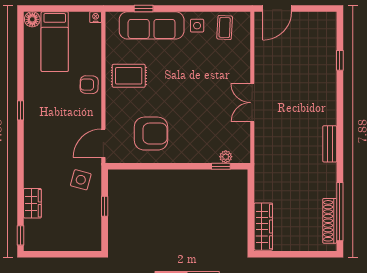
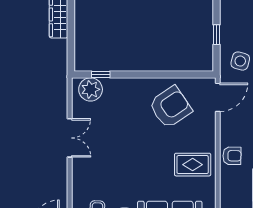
armchair: (151, 134) -> (170, 107), turned 146
plant: (226, 157) -> (91, 89), width x1.87, depth x1.87

